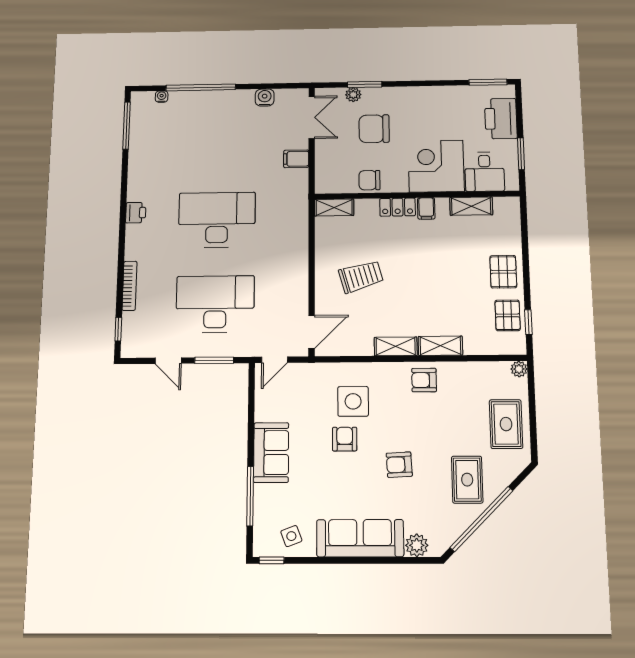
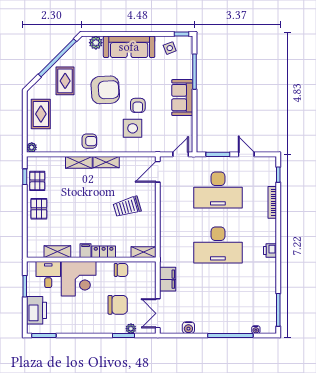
filing cabinet: (296, 159) -> (168, 279), width x2.00
armchair: (399, 465) -> (105, 90), width x1.88, depth x1.88

